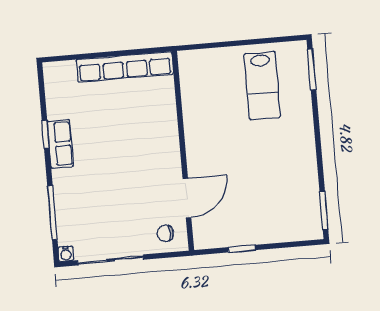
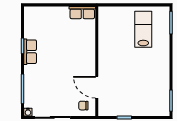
row of seats: (125, 67) -> (82, 13), width x0.50
lab bench: (262, 86) -> (143, 29), turned 180
door: (187, 198) -> (97, 87), swing flipped

